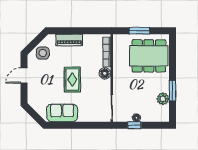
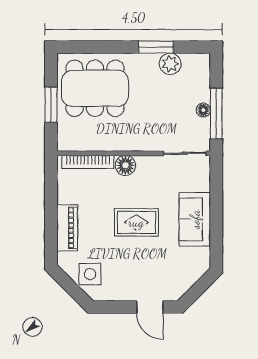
dining table: (149, 56) -> (95, 88), turned 90
door: (24, 75) -> (150, 307), moved
sofa: (62, 113) -> (195, 219), moved
window: (134, 125) -> (216, 114), width x2.17

